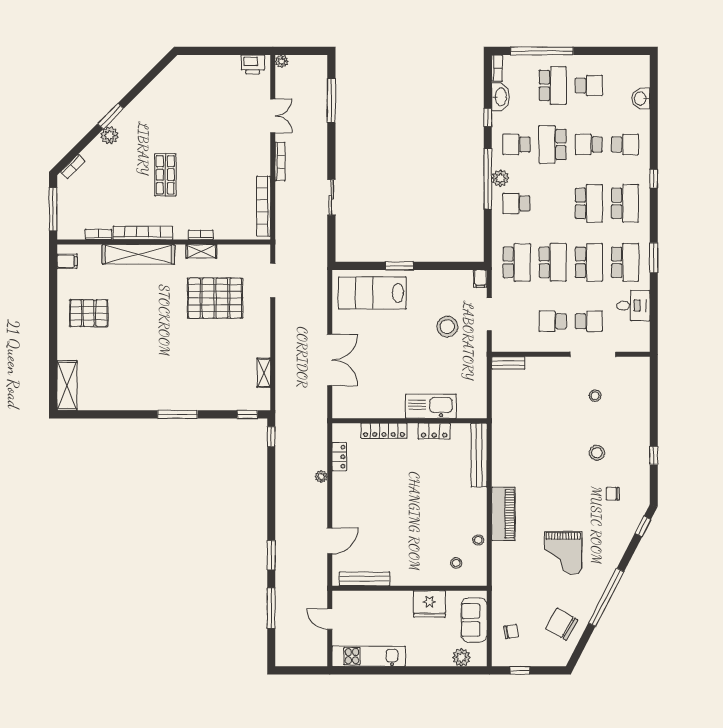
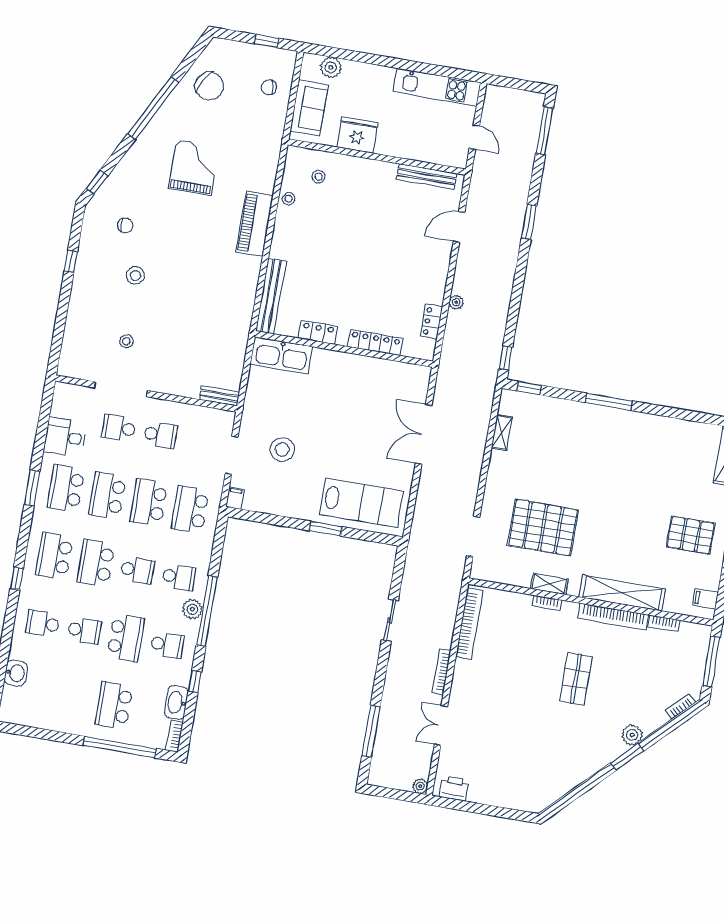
school desk: (589, 85) -> (137, 570), moved, turned 180
kitchen sink: (431, 406) -> (281, 355), moved
window: (271, 608) -> (544, 131), moved

